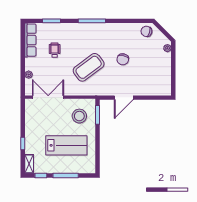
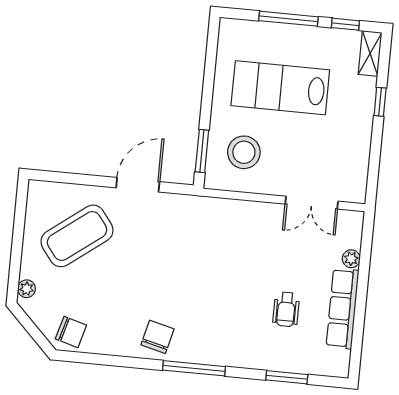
row of seats: (30, 40) -> (343, 309), moved
chair: (123, 59) -> (158, 337), moved
coffee table: (89, 67) -> (77, 236), moved
double door: (48, 97) -> (312, 203), width x0.73

